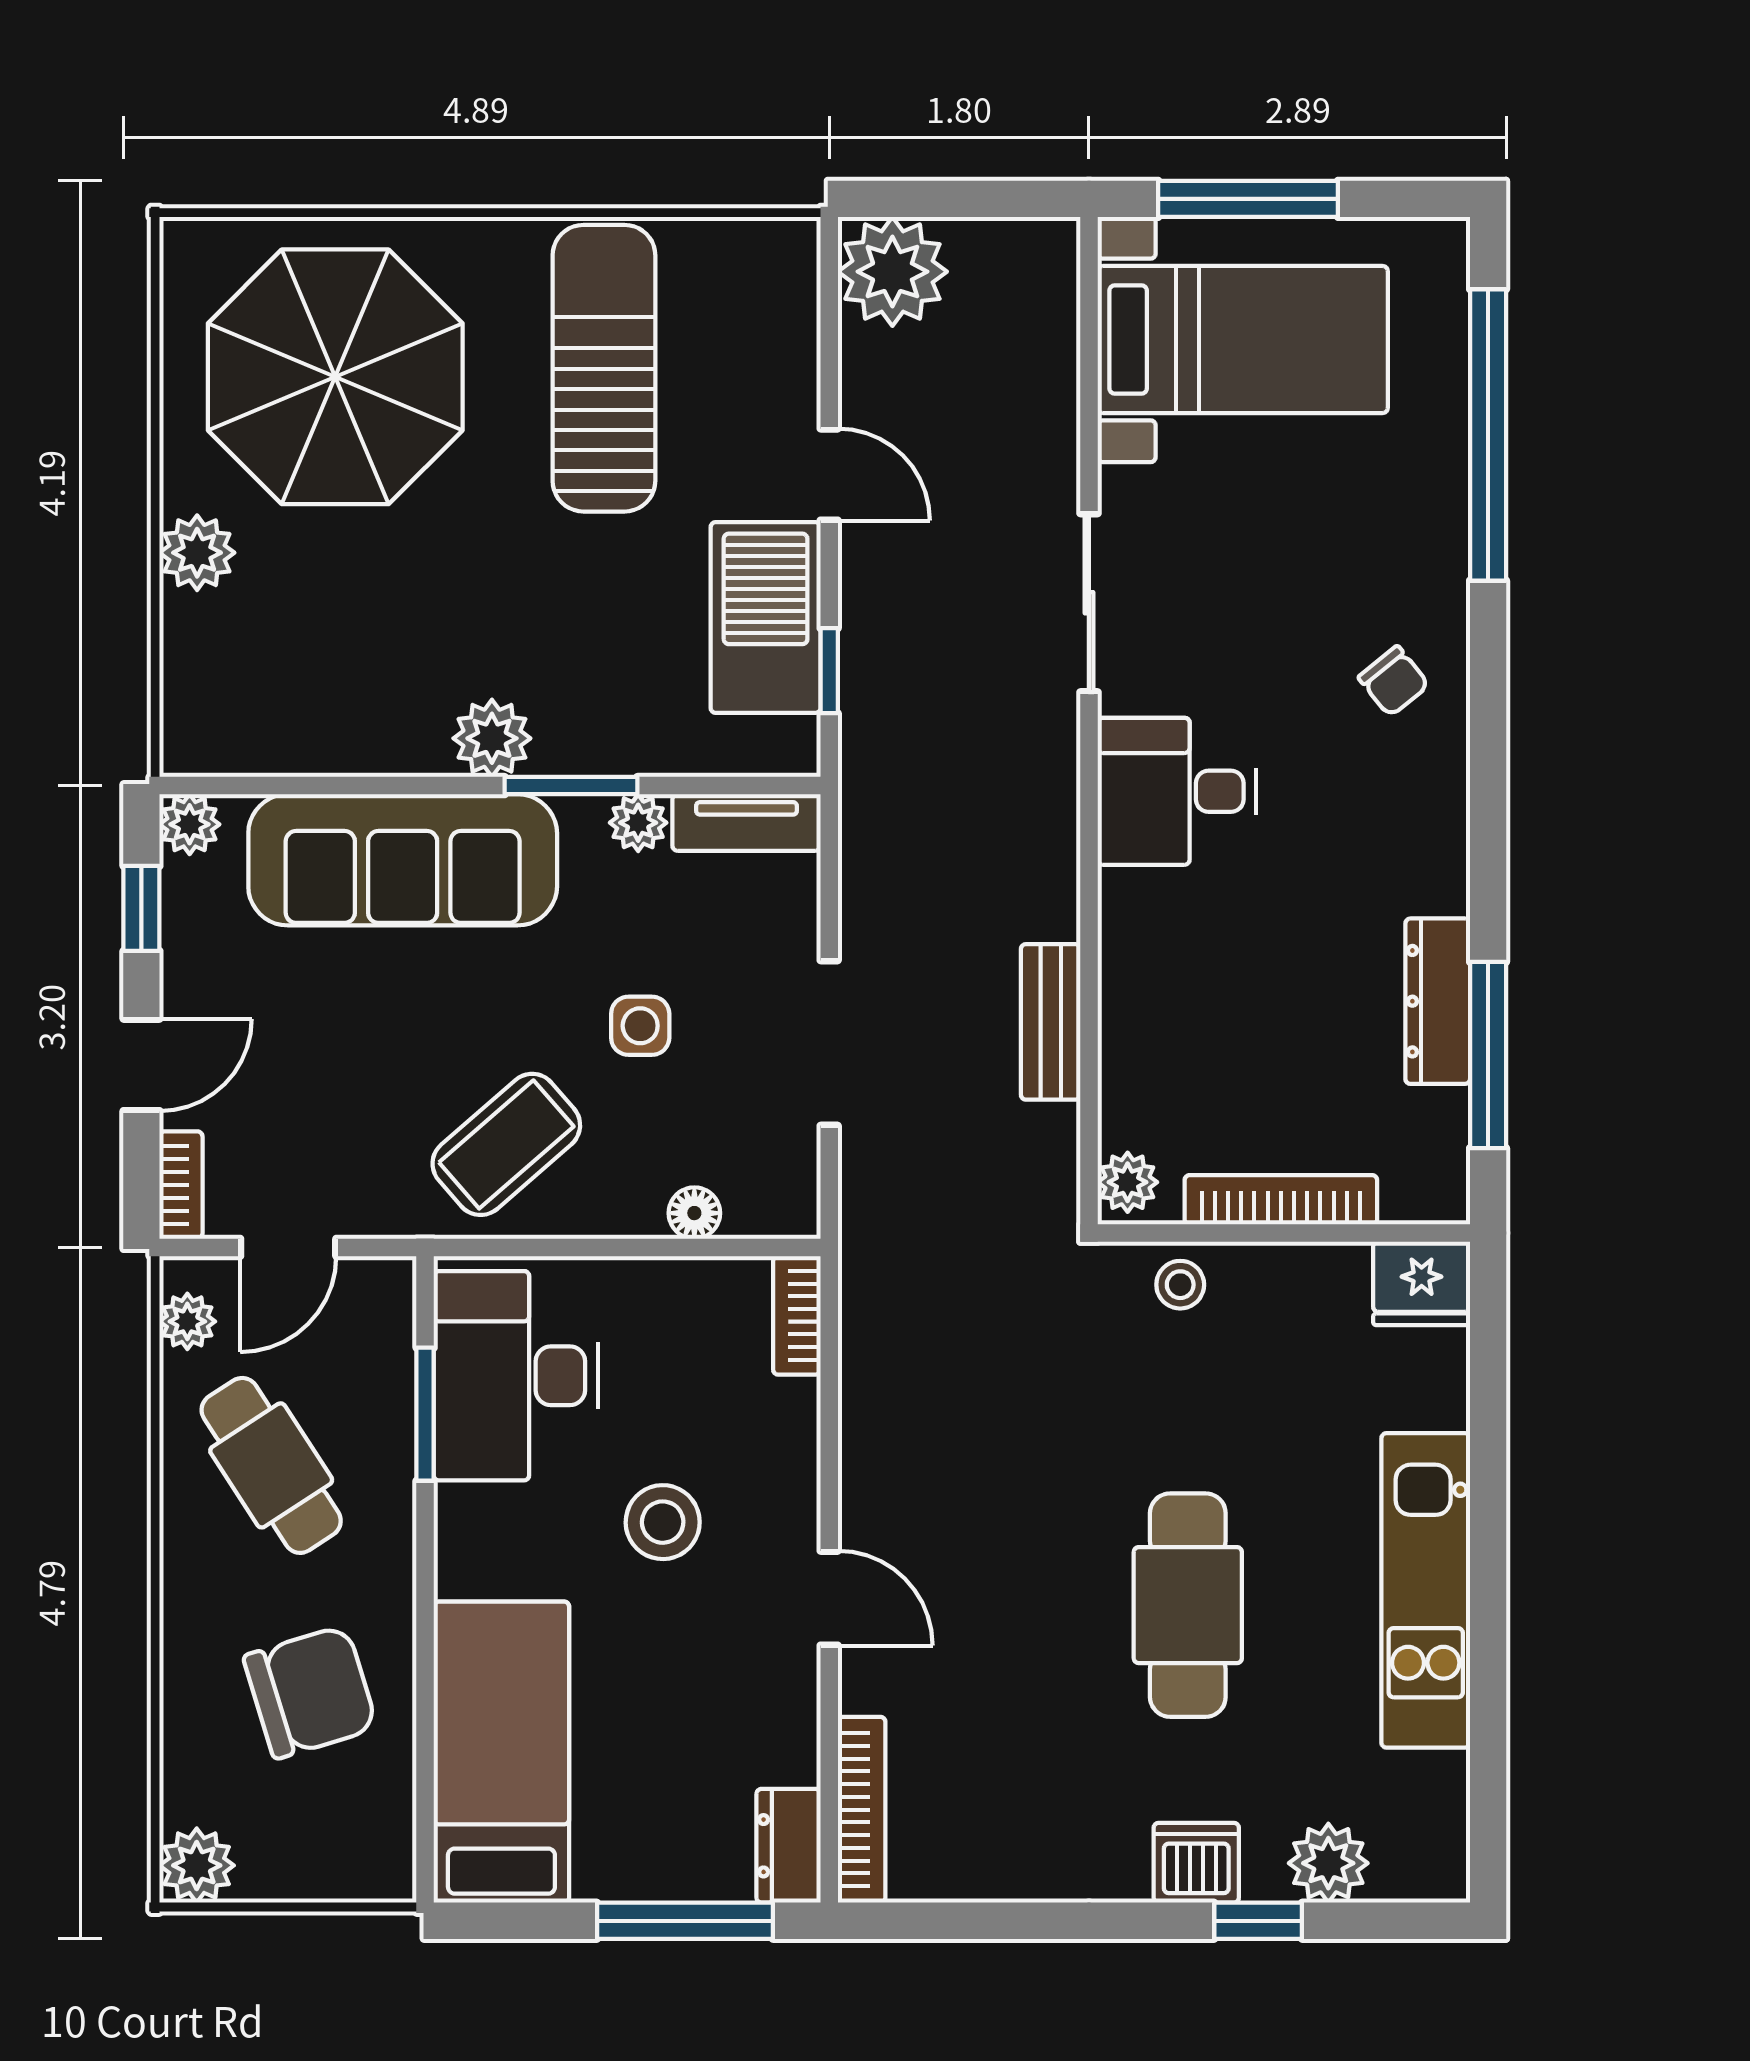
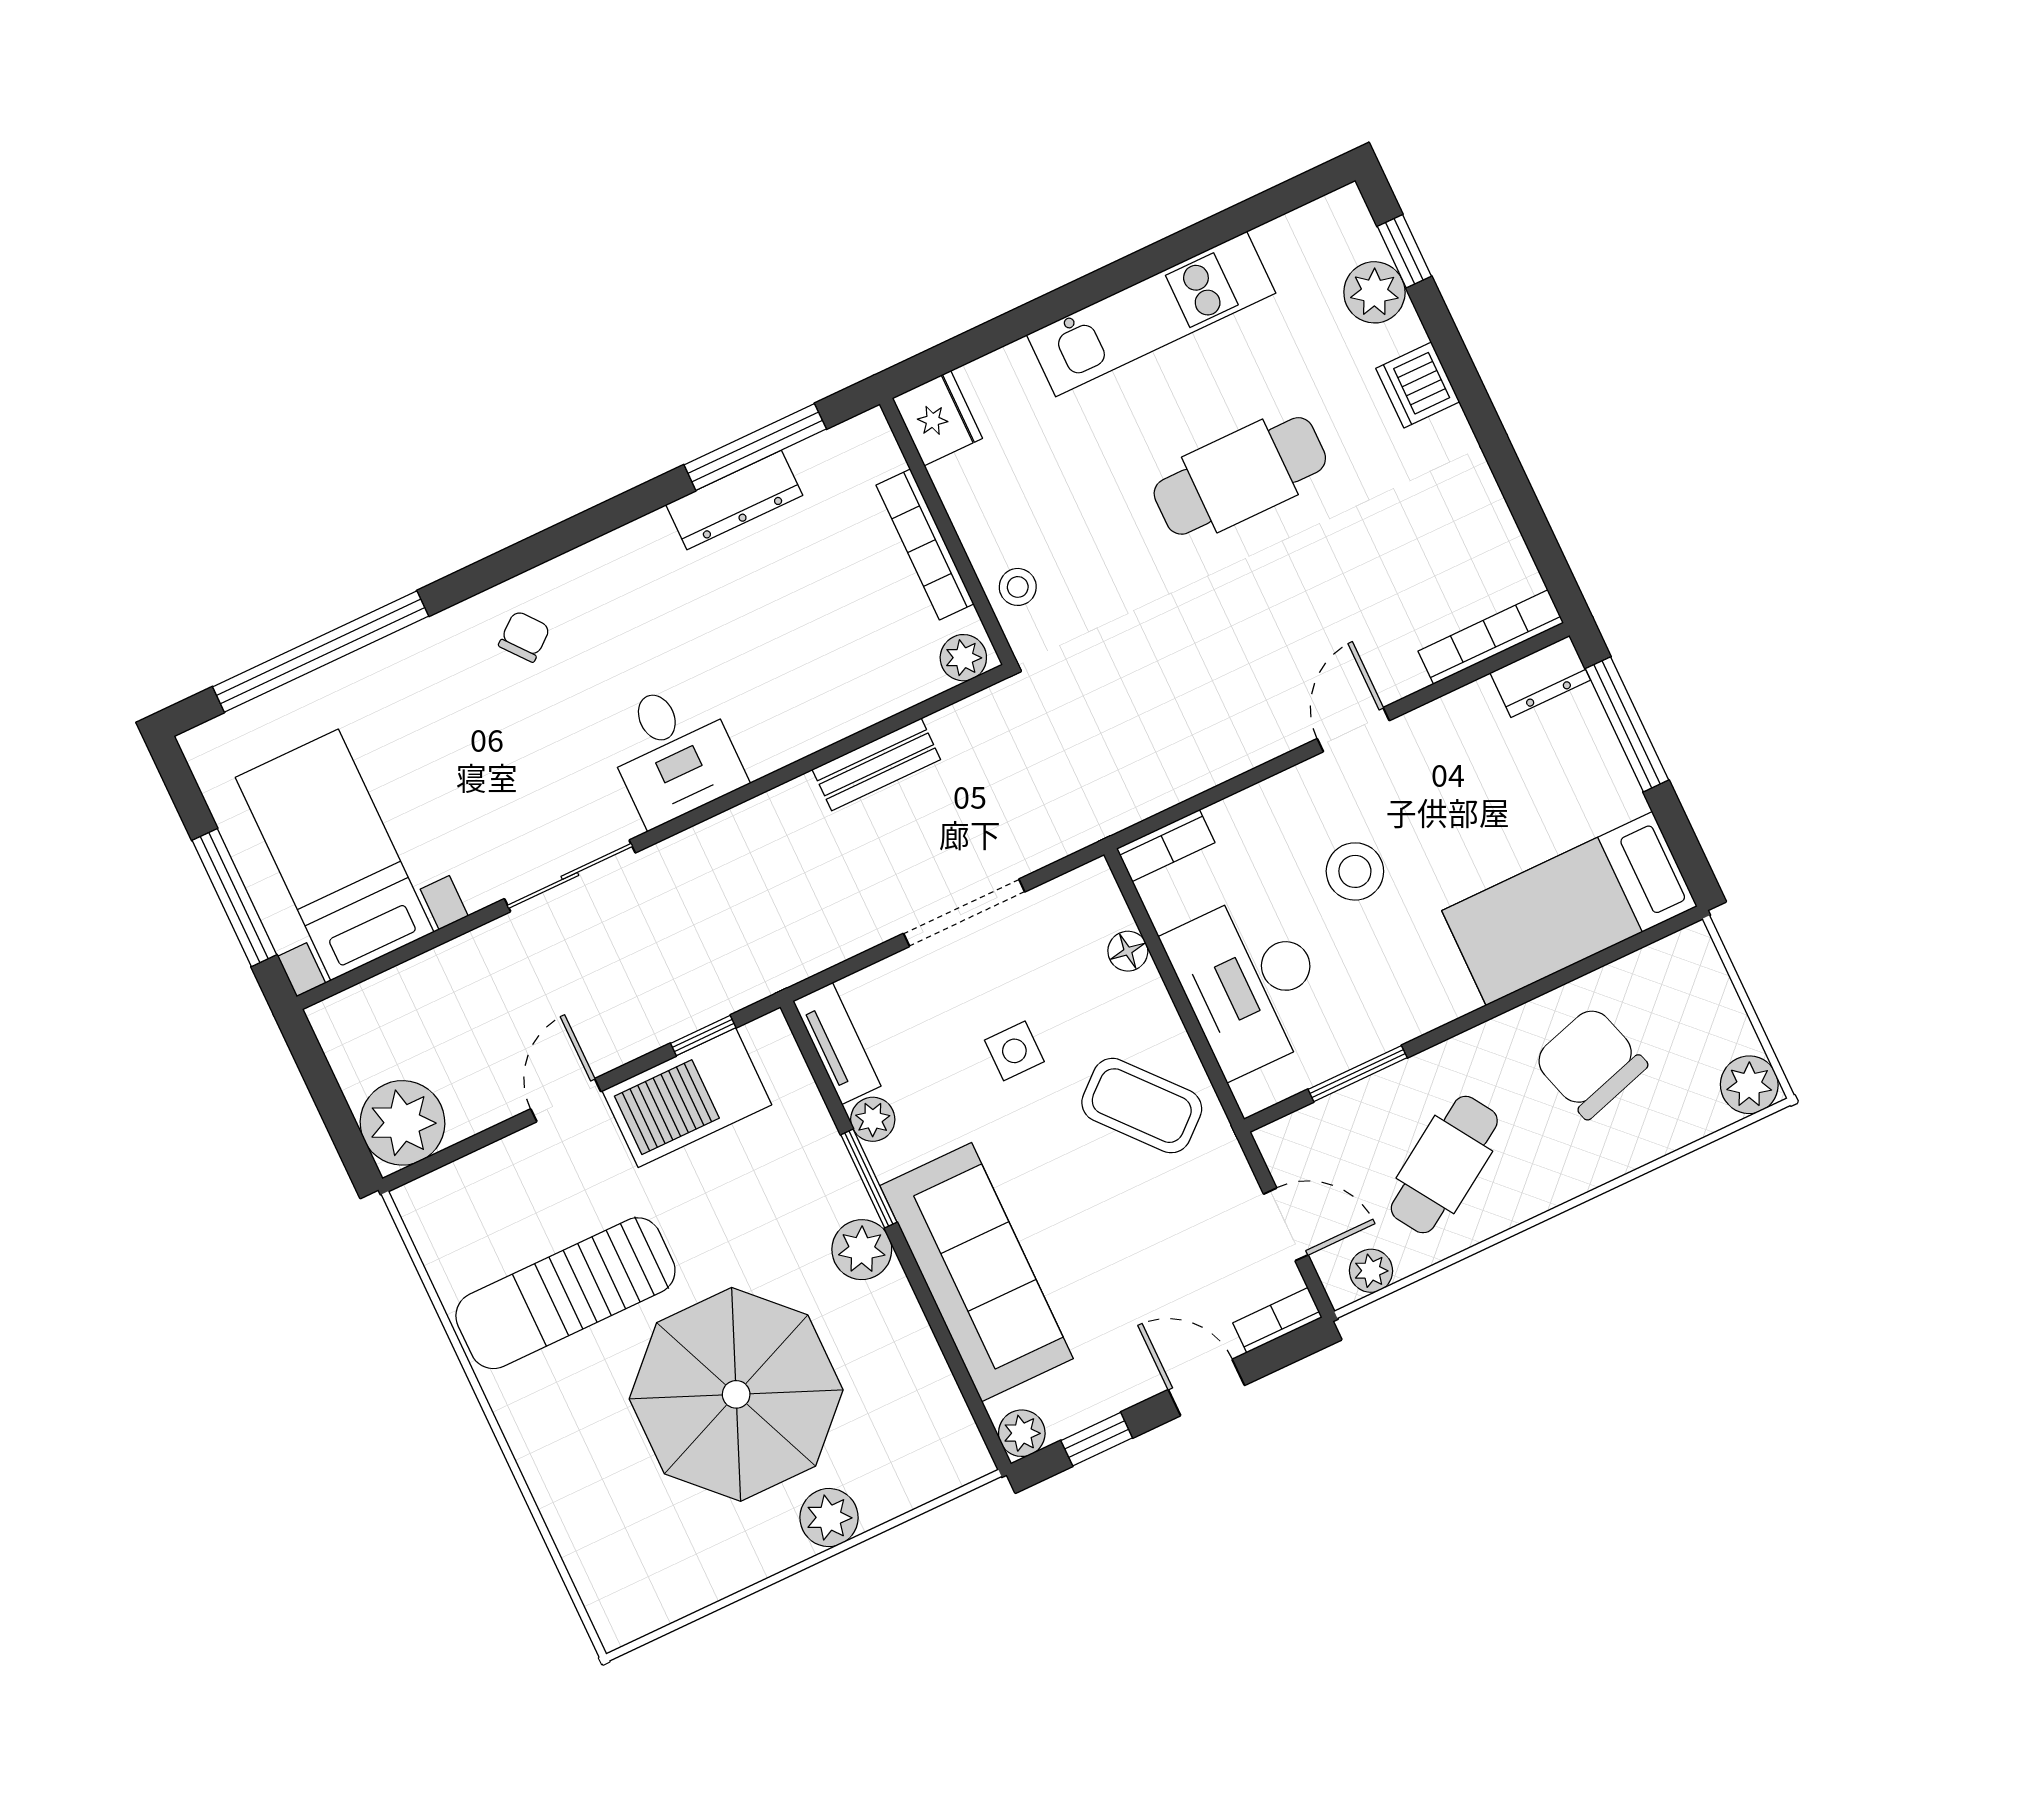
parasol: (335, 377) -> (736, 1394), moved
desk: (516, 1376) -> (1250, 983), moved, turned 90
window: (1258, 1921) -> (1404, 251), moved

